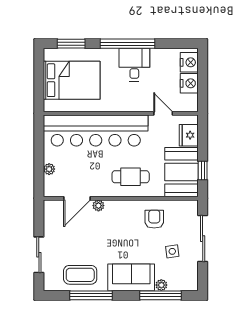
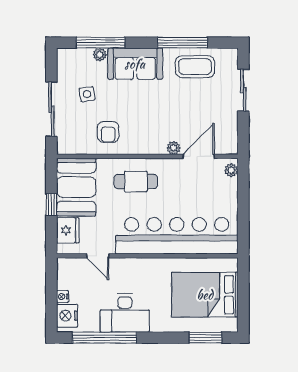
window: (127, 44) -> (105, 338), moved
desk: (134, 65) -> (125, 313), width x1.37
nightstand: (189, 83) -> (63, 297), width x0.53, depth x0.56
plant: (49, 169) -> (231, 170), moved
window: (203, 171) -> (51, 205), moved

